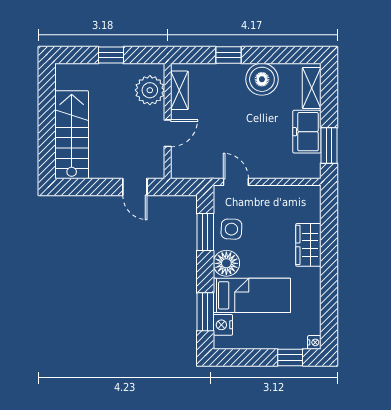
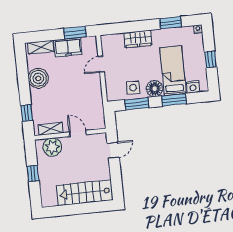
window: (229, 55) -> (27, 113), moved
door: (236, 182) -> (101, 64), moved
window: (329, 300) -> (171, 23), added
window: (205, 312) -> (174, 100), moved
window: (290, 357) -> (211, 59), moved

